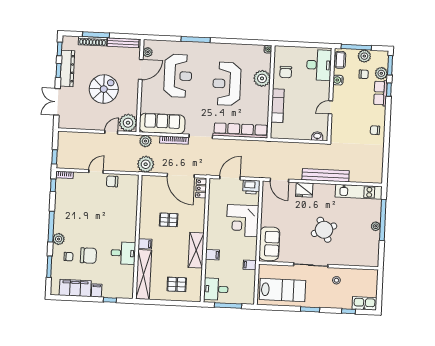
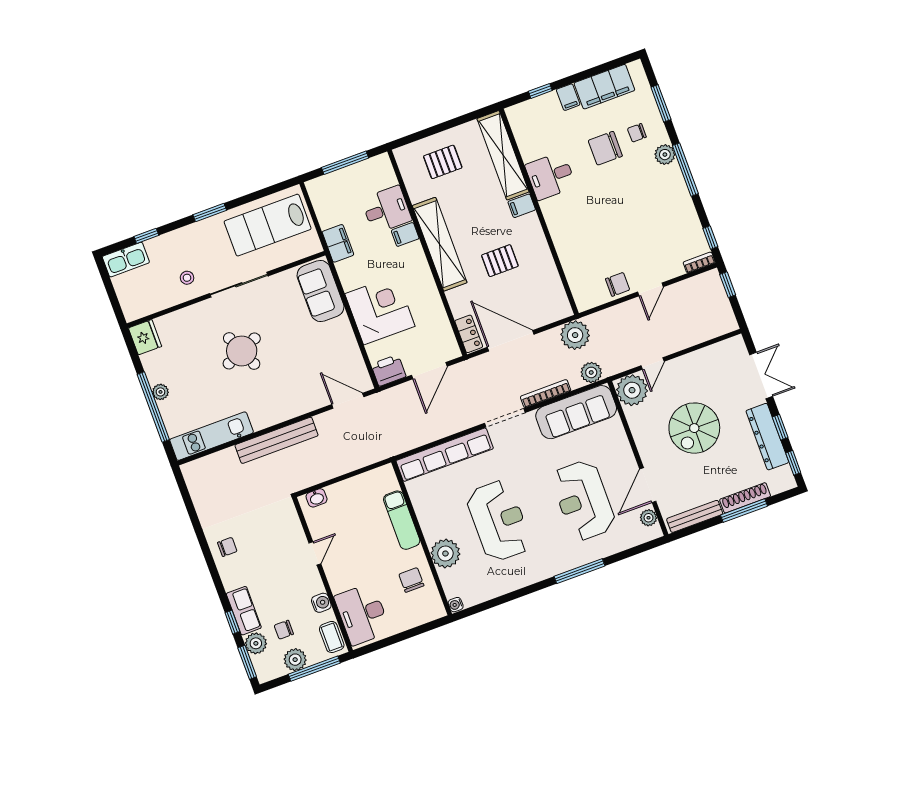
fridge: (304, 190) -> (145, 337), moved, turned 90
shelving: (196, 250) -> (440, 244), width x1.47
filing cabinet: (250, 265) -> (338, 243), width x2.00
desk: (216, 289) -> (387, 210), moved

